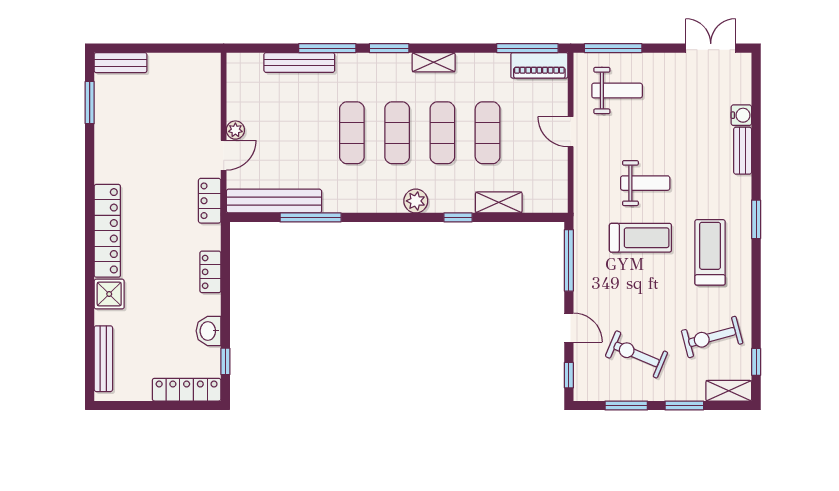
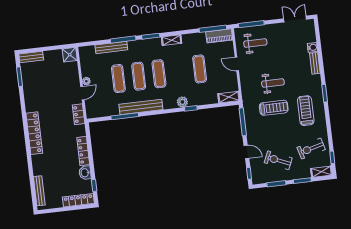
exercise mat: (442, 133) -> (118, 79), moved
bench: (274, 201) -> (141, 107), moved
plant: (416, 201) -> (182, 102), moved
shelving: (499, 202) -> (229, 97), moved
locker: (210, 272) -> (83, 151), width x1.53
shower: (109, 294) -> (70, 55), moved

